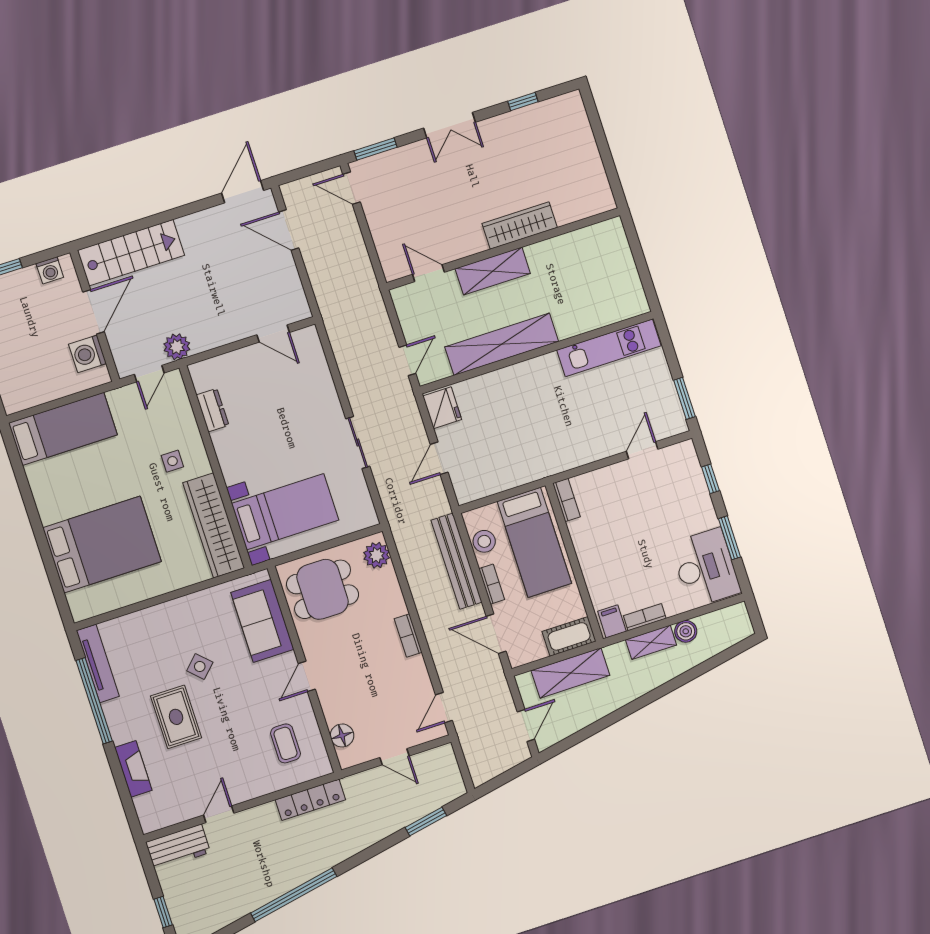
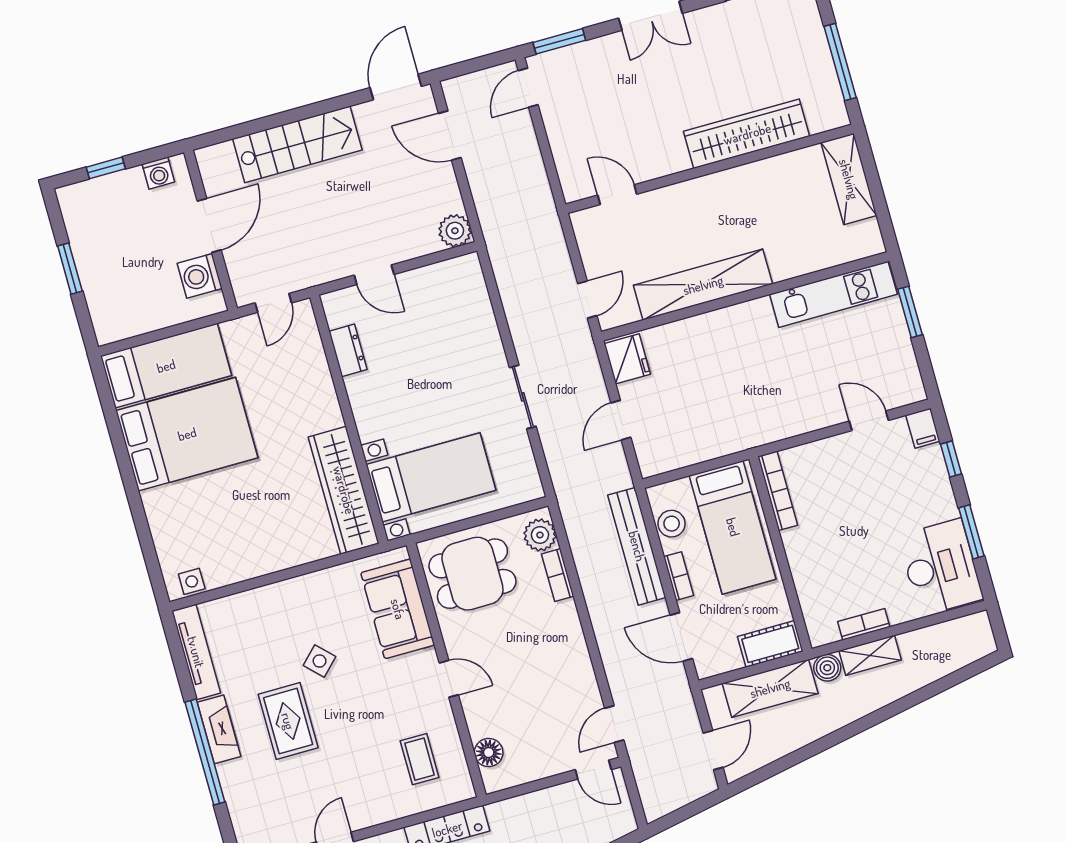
window: (607, 157) -> (840, 62), added
door: (351, 188) -> (528, 88), hinge flipped
wardrobe: (520, 226) -> (747, 134), width x1.40, depth x1.17
stairs: (131, 253) -> (297, 144), moved
shelving: (493, 271) -> (849, 179), moved, turned 90
door: (273, 334) -> (374, 275), moved
plant: (177, 347) -> (455, 231), moved
window: (684, 398) -> (910, 312), moved
door: (642, 450) -> (869, 421), hinge flipped
side table: (172, 461) -> (192, 581), moved
bookcase: (566, 500) -> (778, 491), width x1.56
bed: (102, 545) -> (187, 434), moved
filing cabinet: (612, 621) -> (923, 428), moved, turned 180
boiler: (686, 631) -> (827, 668), moved
bookcase: (408, 636) -> (558, 575), moved
door: (307, 676) -> (449, 679), swing flipped
window: (94, 701) -> (205, 752), moved
door: (395, 757) -> (593, 770), moved
fireplace: (133, 769) -> (219, 729), moved

